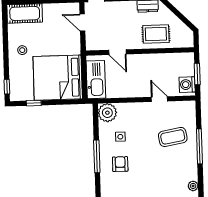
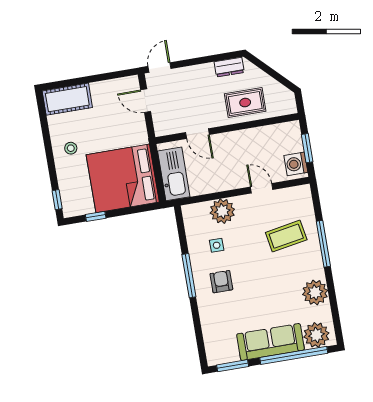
plant: (107, 113) -> (222, 211), moved
plant: (193, 186) -> (315, 292), width x1.88, depth x1.88

